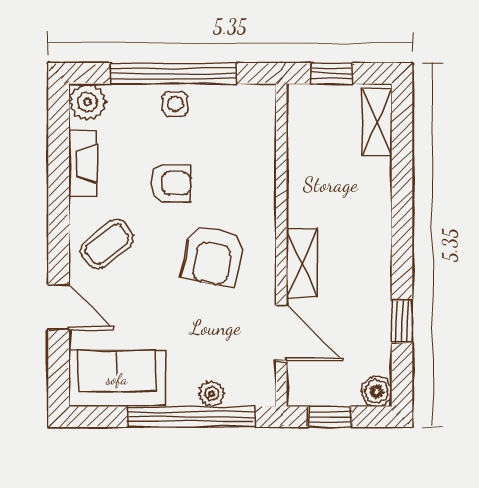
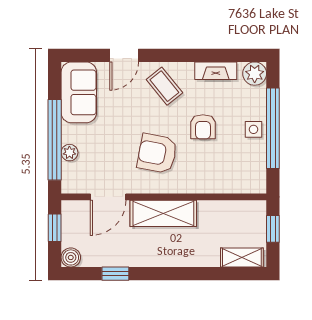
shelving: (302, 263) -> (163, 213), width x1.50, depth x1.33

